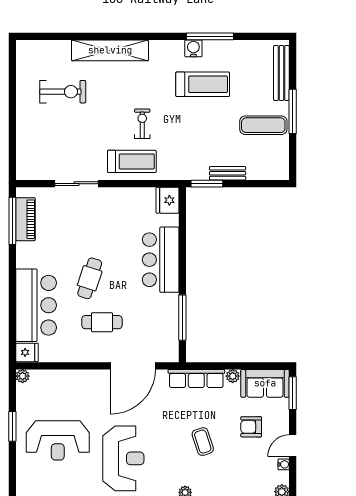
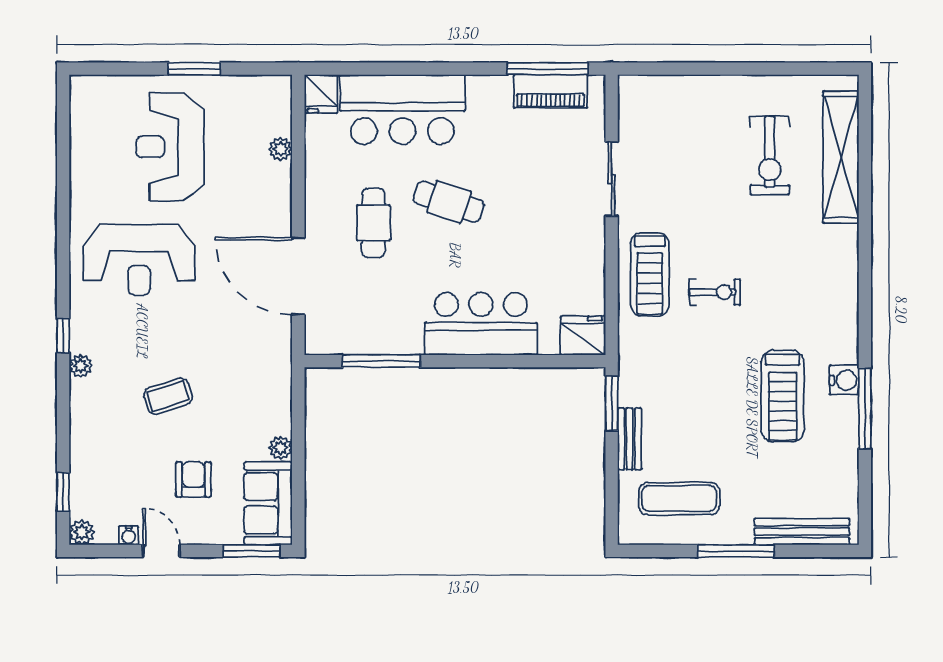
shelving: (110, 50) -> (841, 157), moved
exercise mat: (263, 125) -> (679, 498), moved, turned 90
plant: (23, 376) -> (281, 149), moved
row of seats: (196, 378) -> (277, 385), removed

